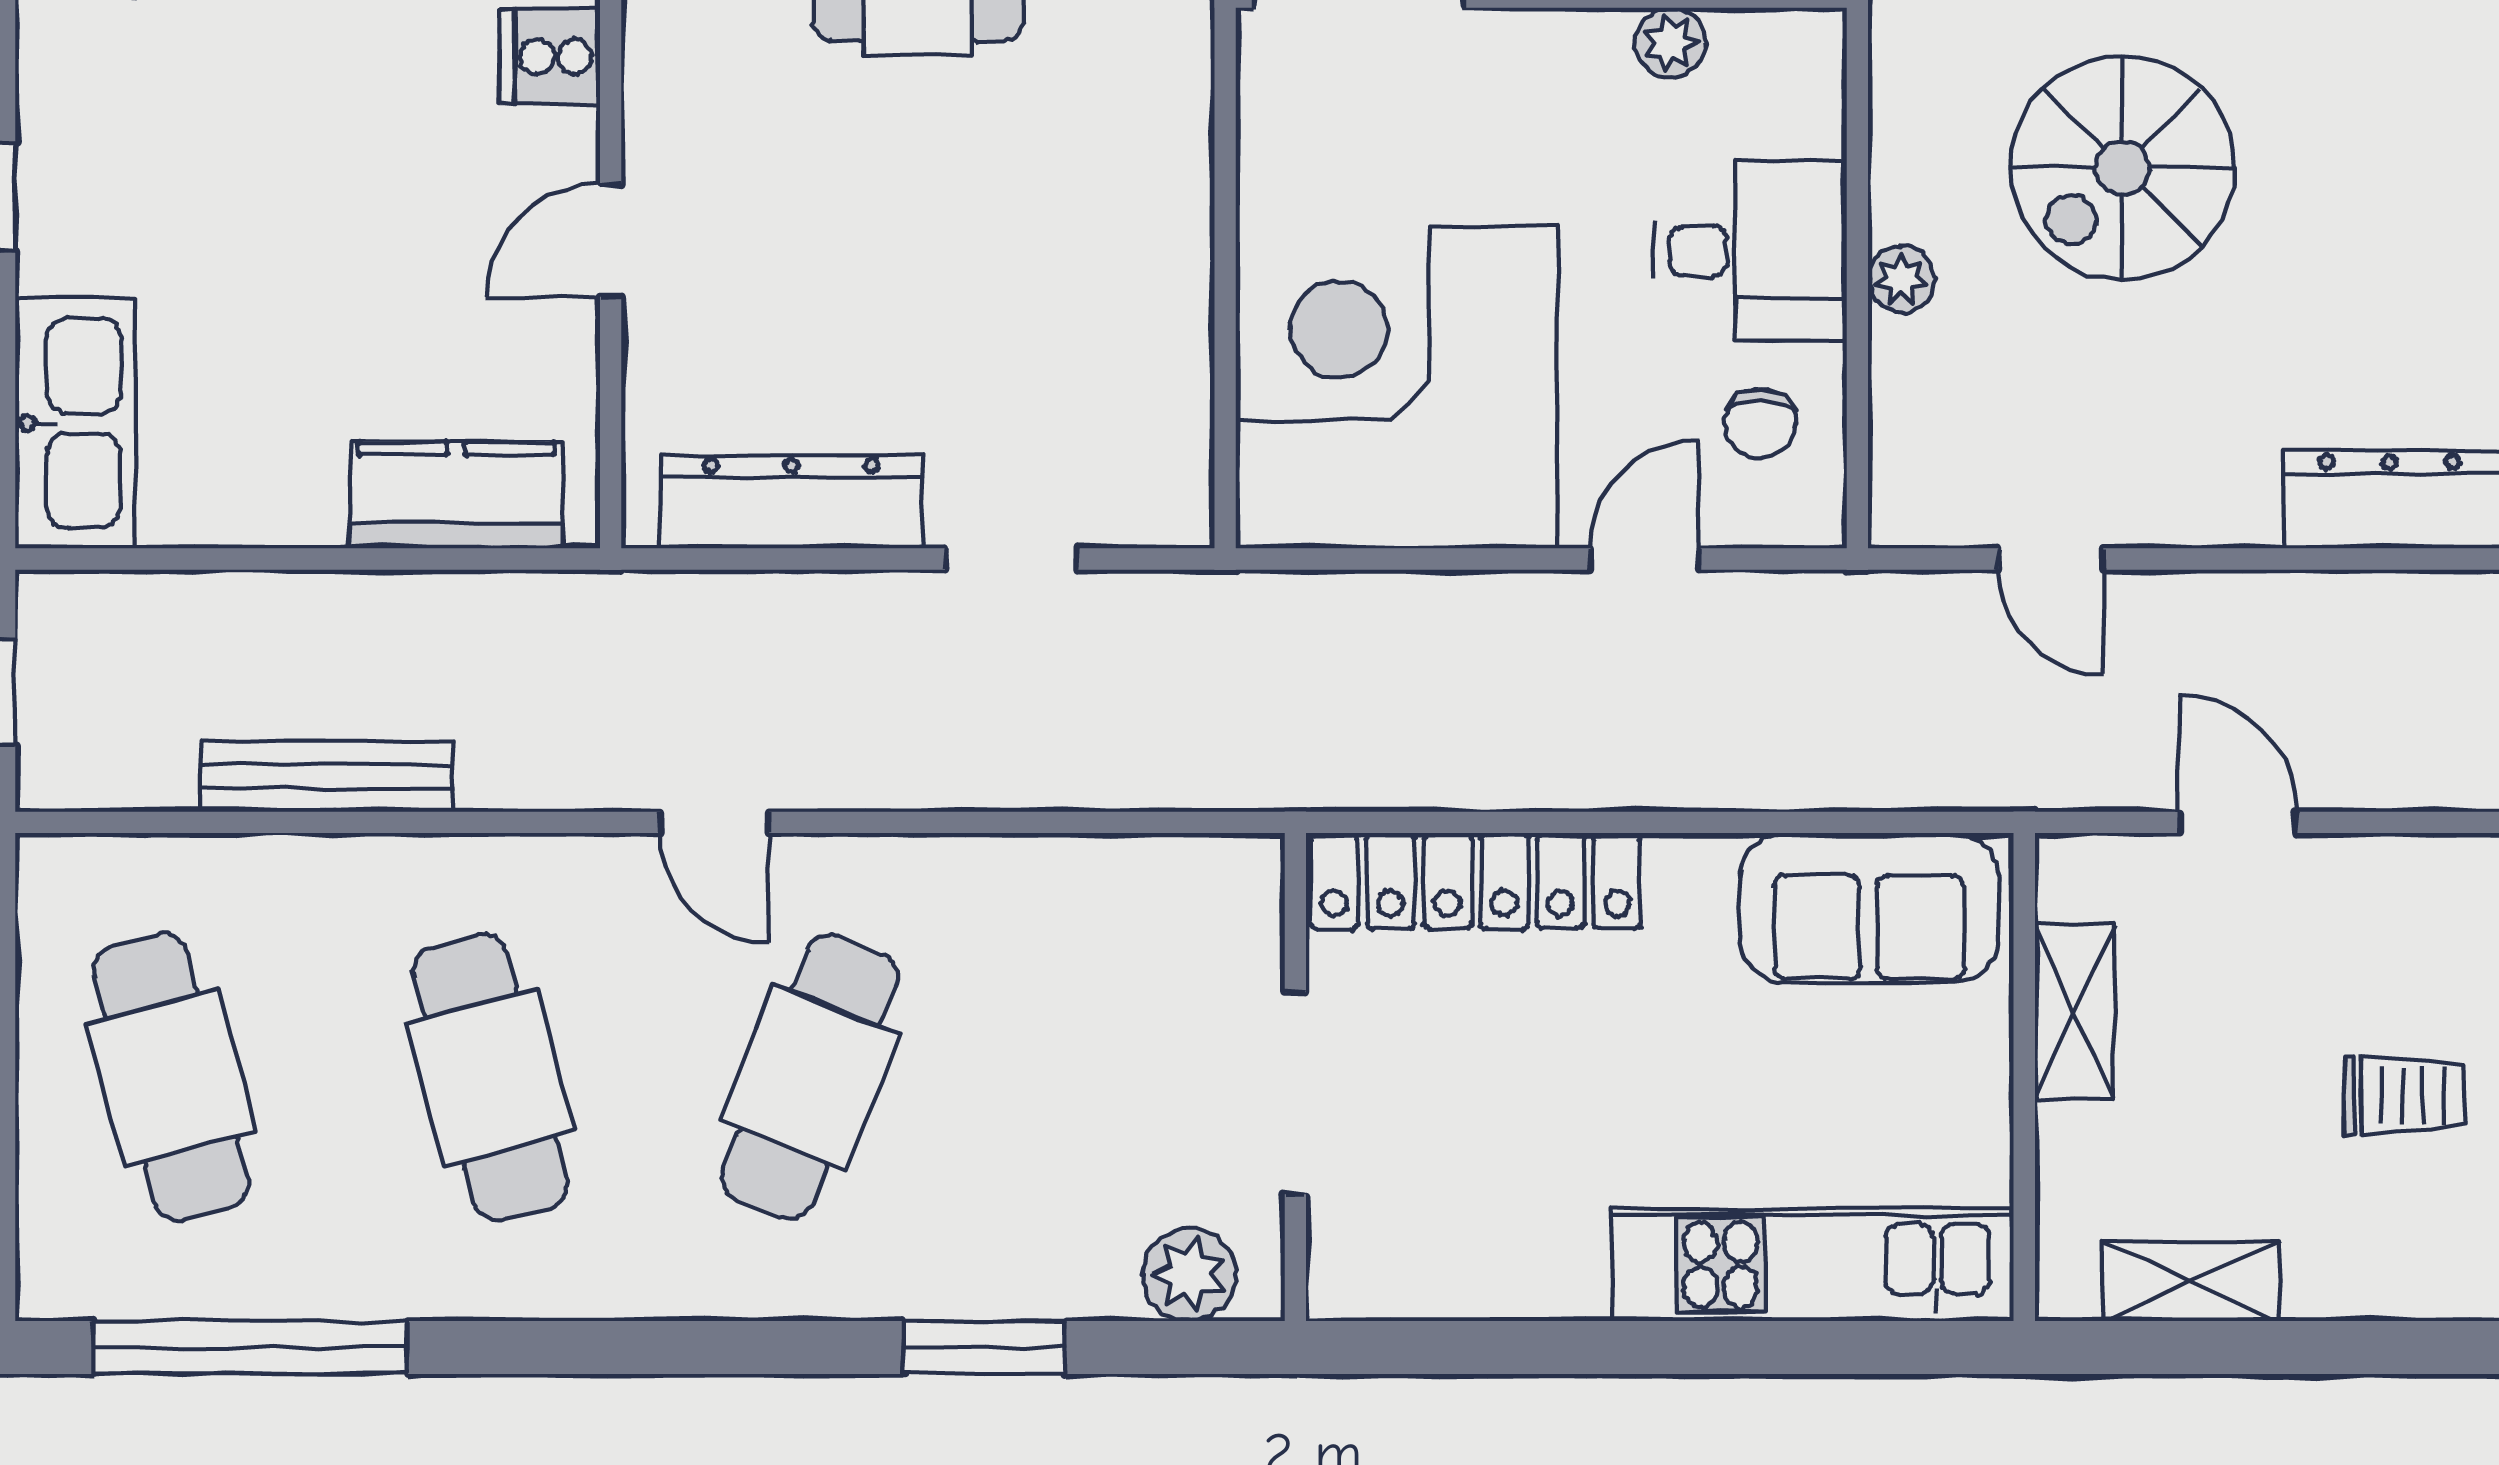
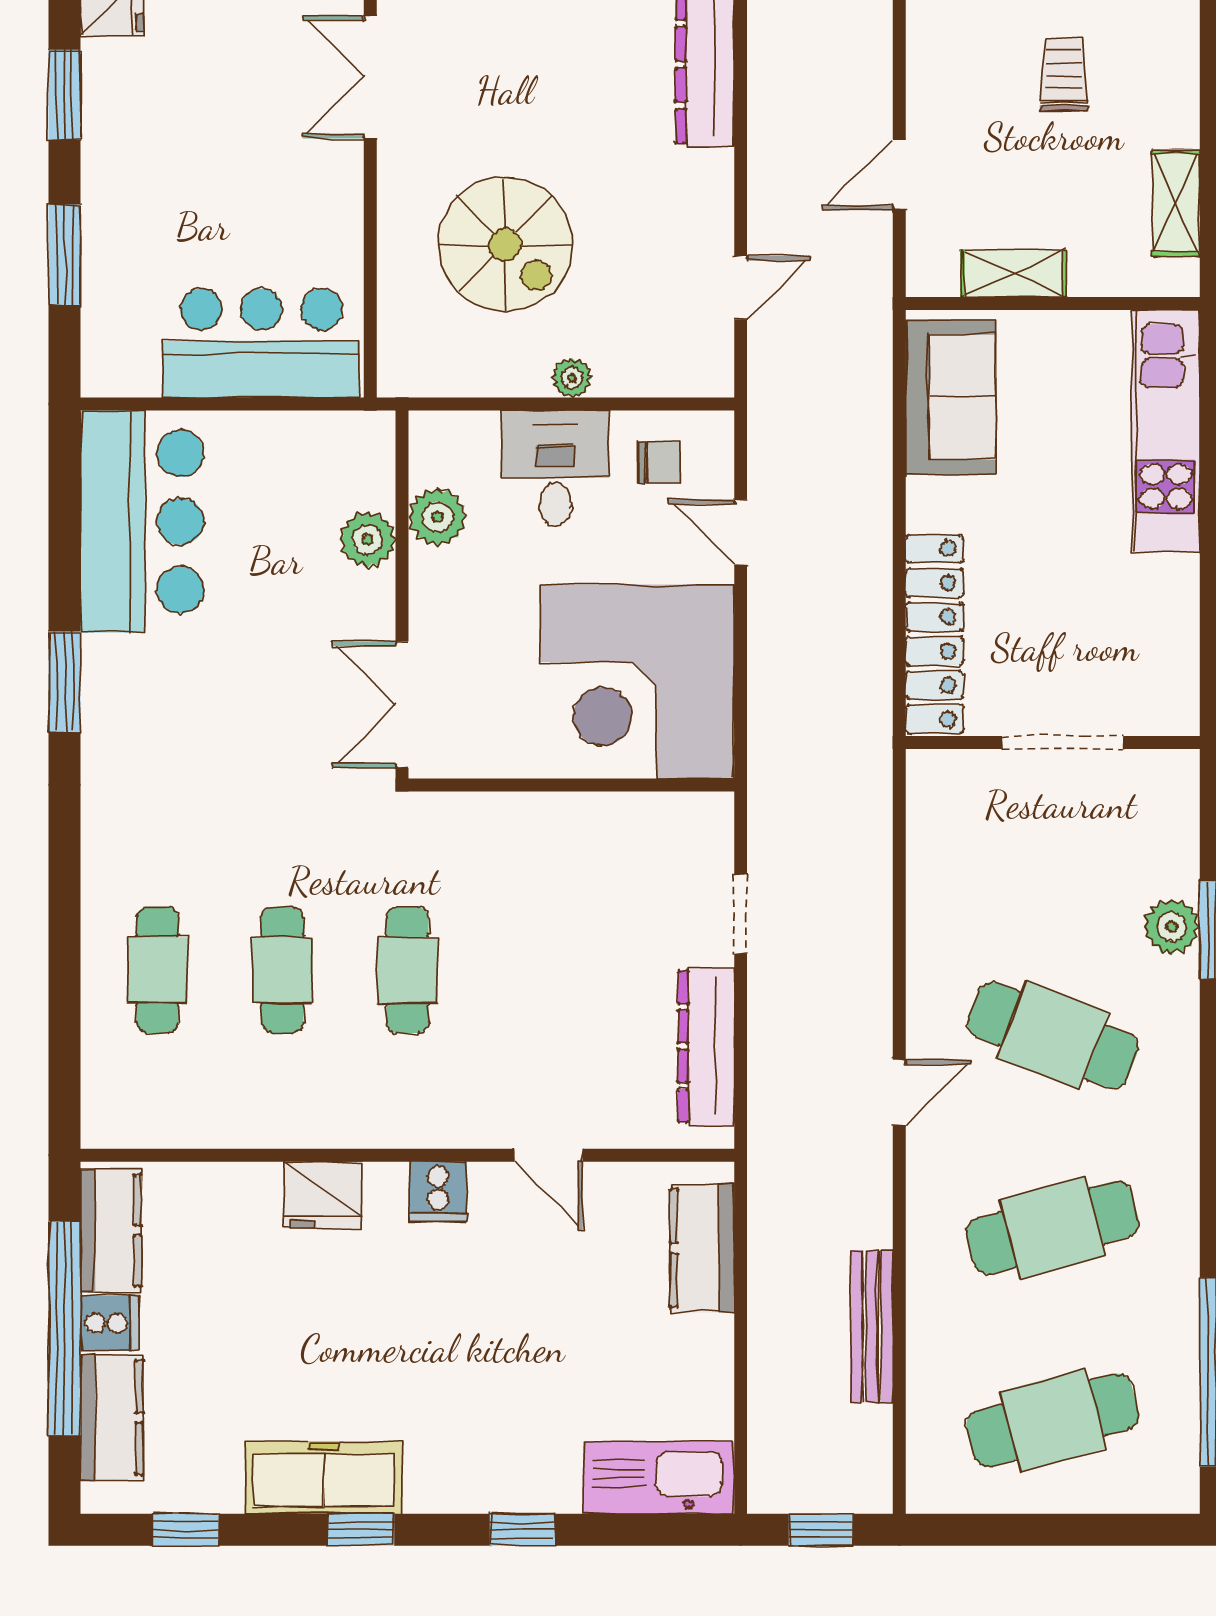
plant: (1670, 43) -> (438, 517), width x1.38, depth x1.38
plant: (1190, 1275) -> (1172, 927), moved

